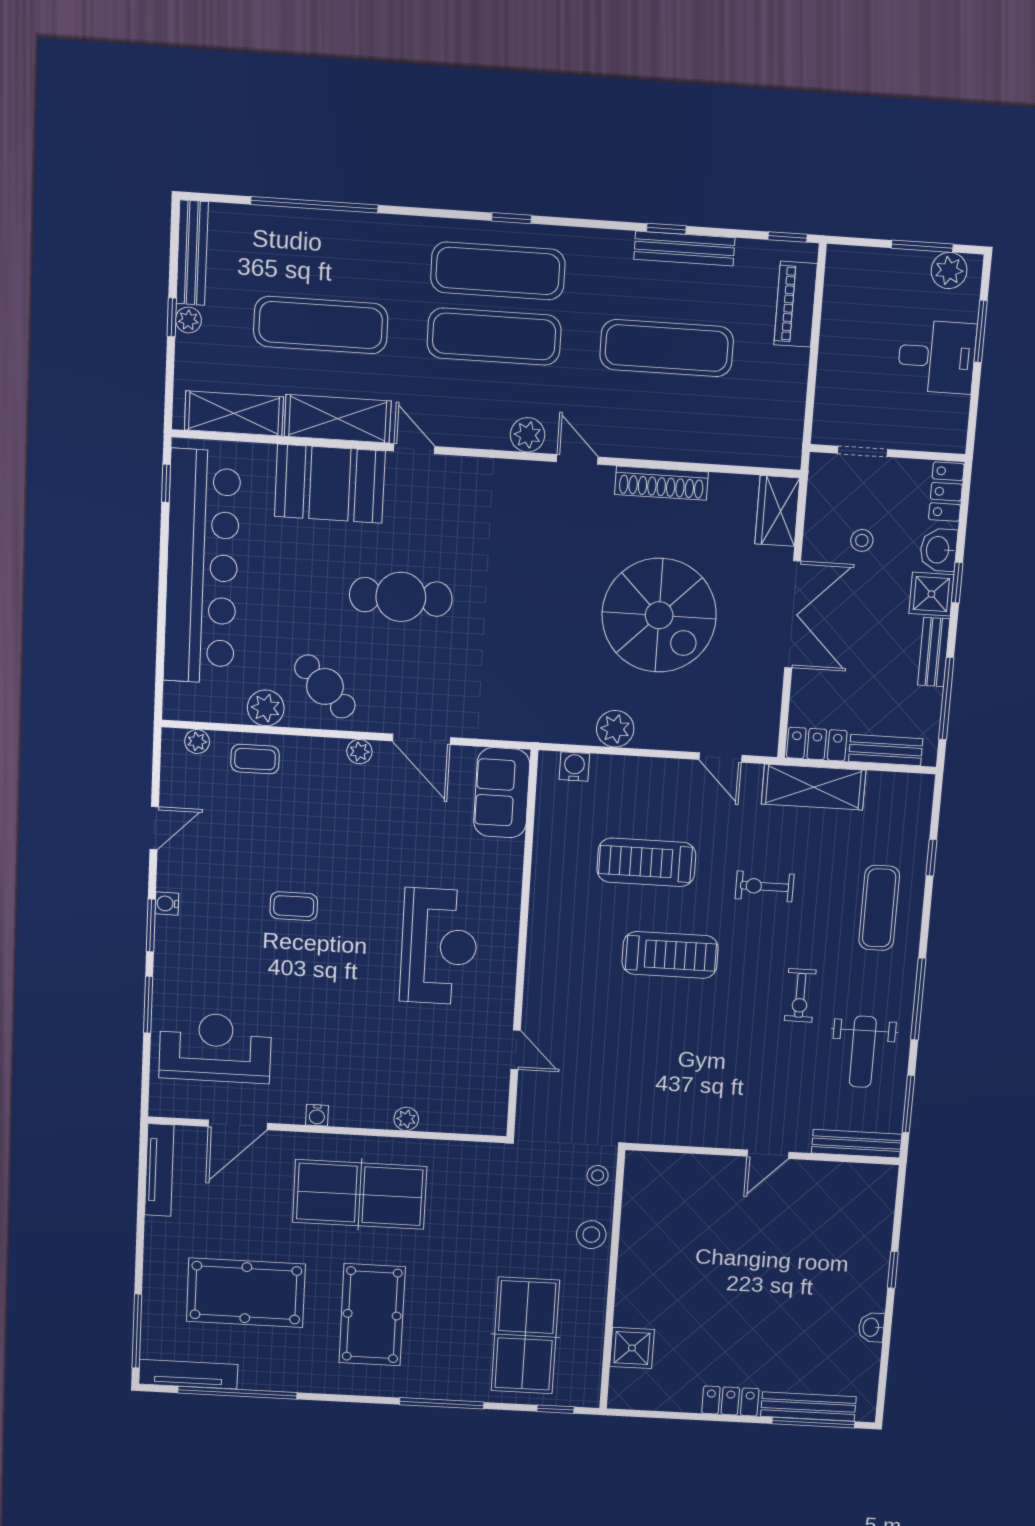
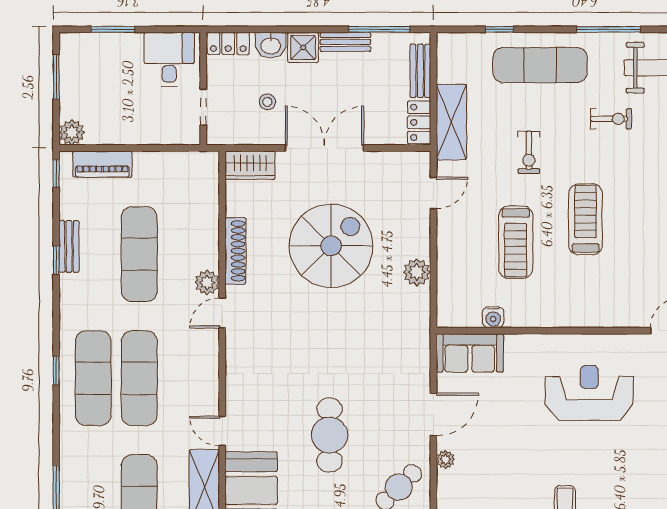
bench: (684, 248) -> (69, 246), width x0.73
plant: (949, 271) -> (72, 132), moved
desk: (937, 357) -> (169, 59), moved
plant: (528, 435) -> (207, 282), moved
door: (414, 449) -> (222, 431), hinge flipped
window: (957, 583) -> (294, 29), removed
water cooler: (574, 767) -> (493, 317), moved, turned -90
exercise mat: (879, 908) -> (540, 65), width x1.36, depth x1.45

